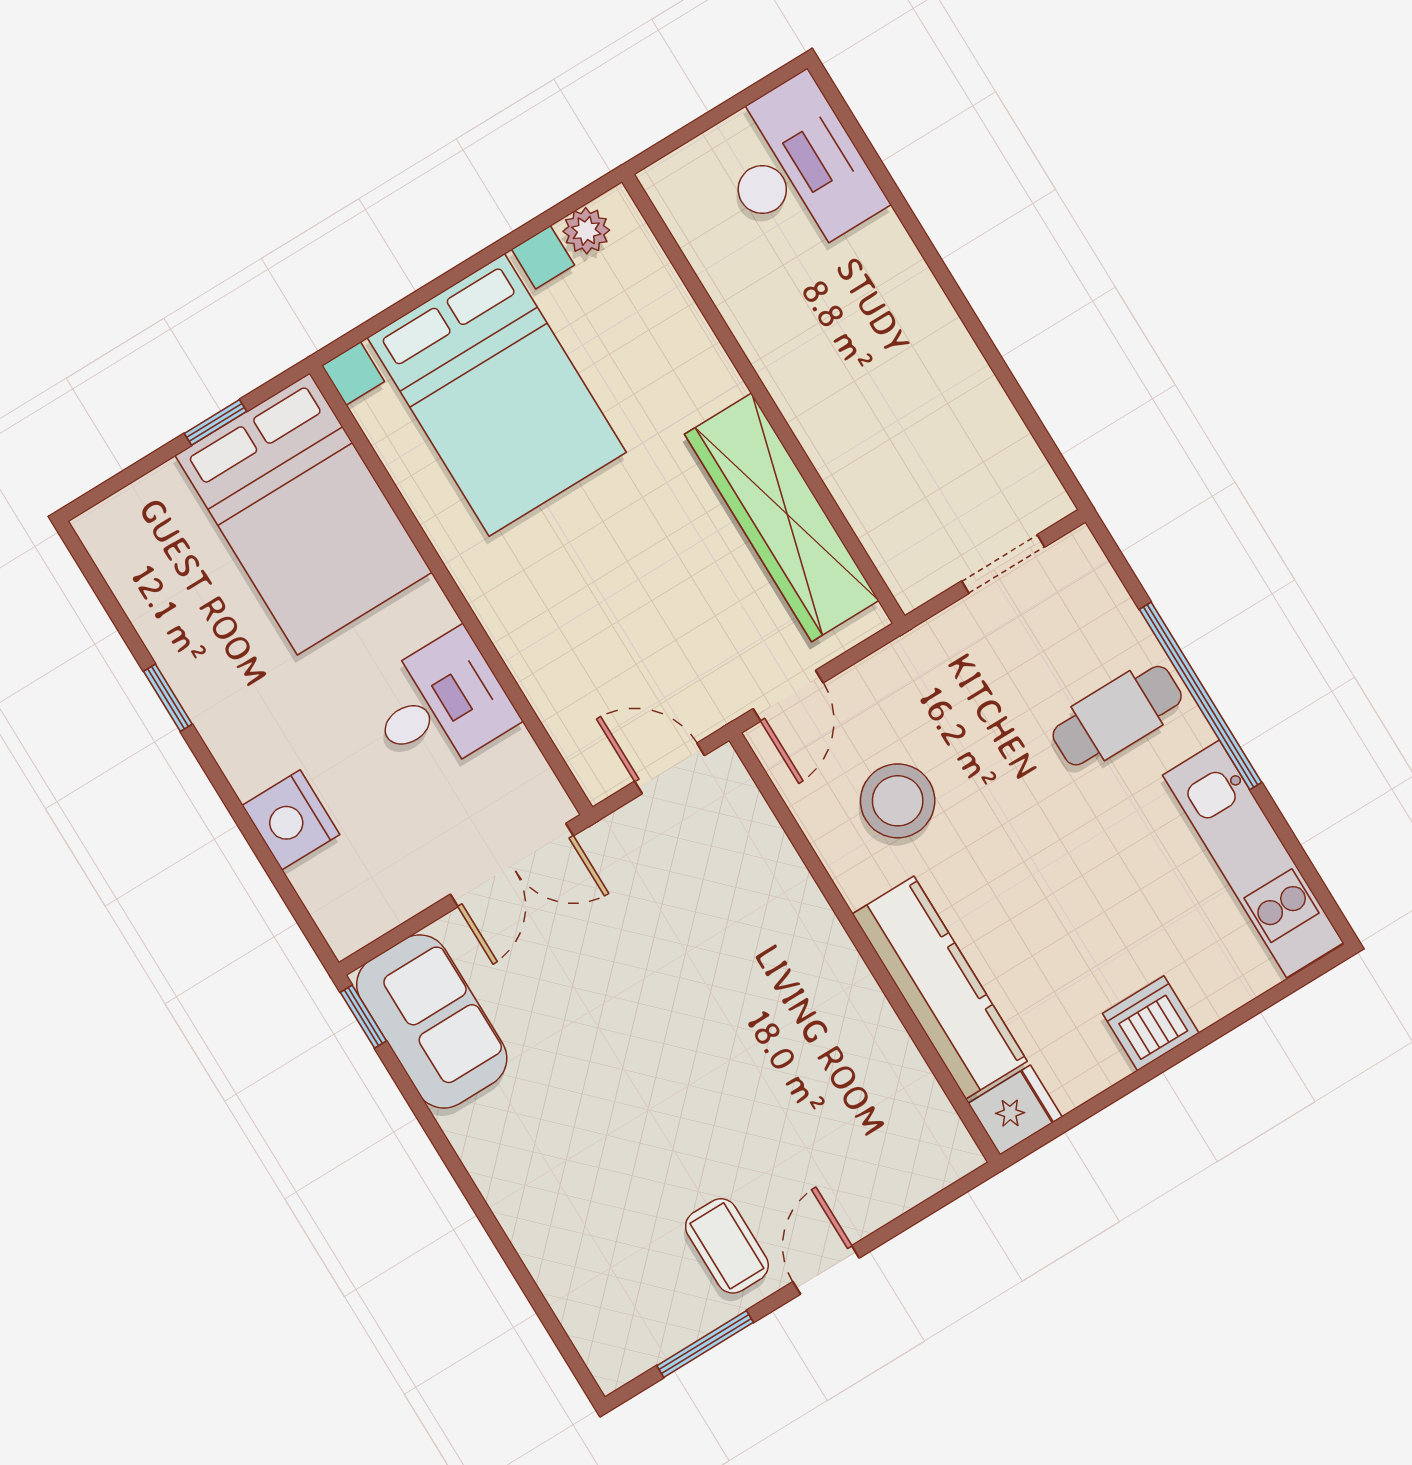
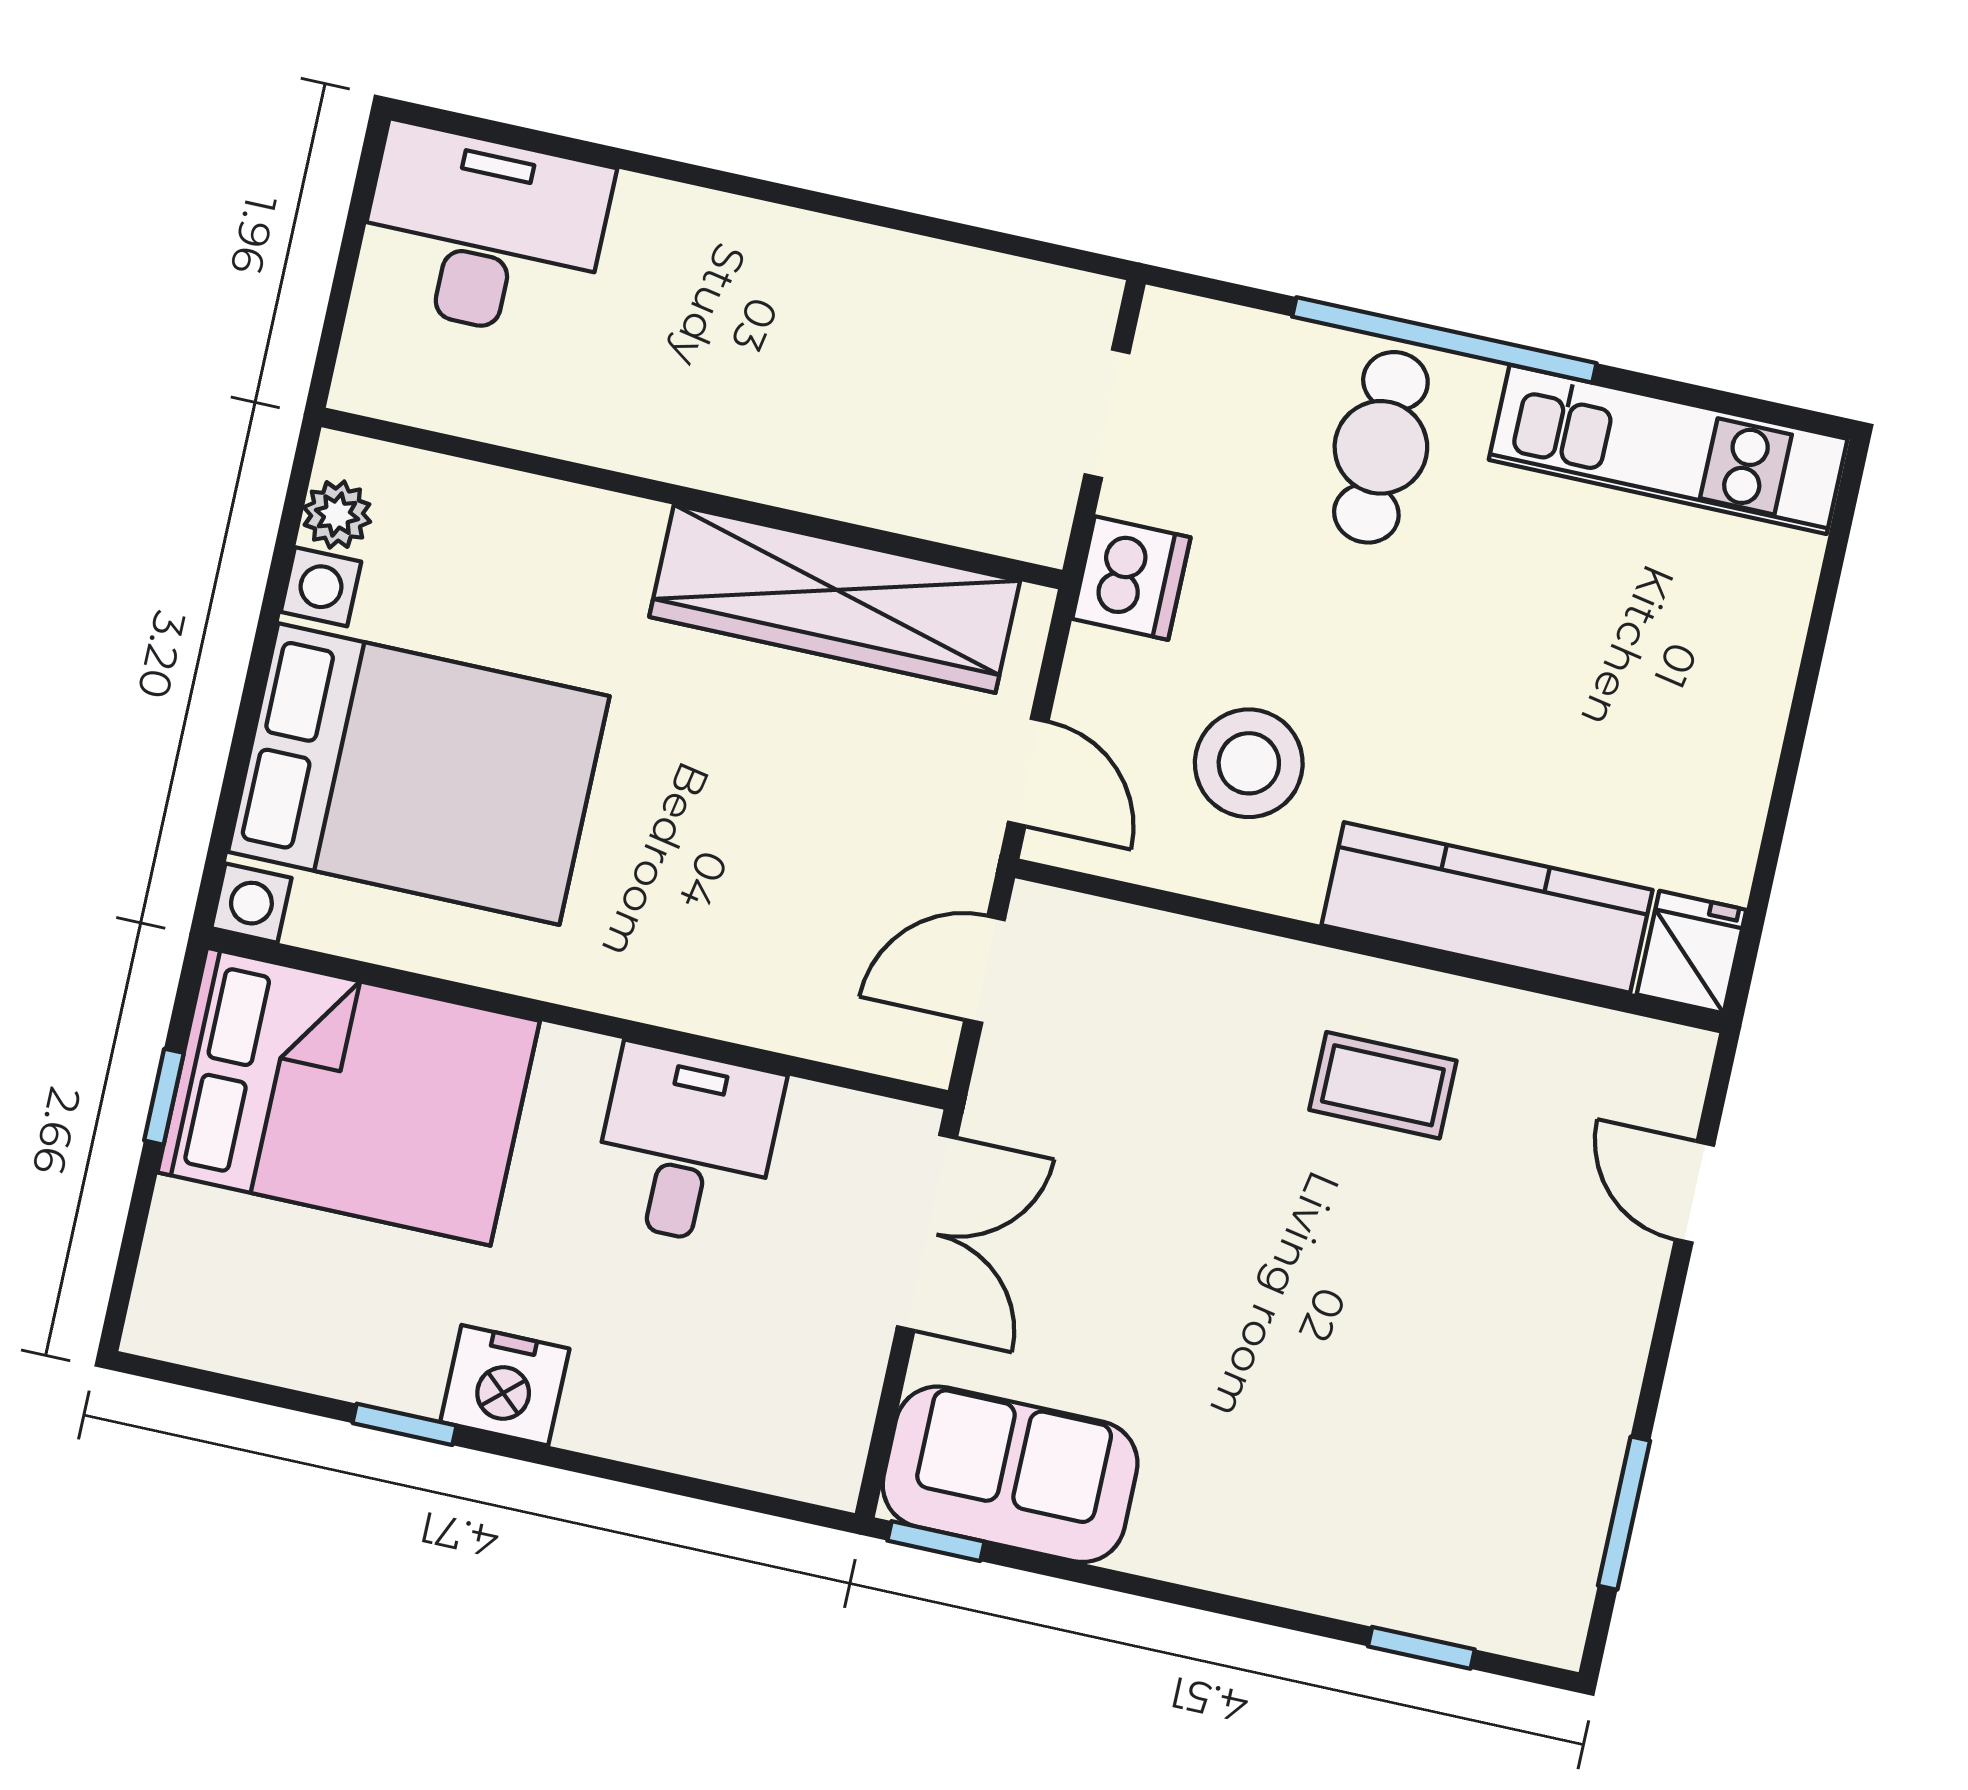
nightstand: (291, 820) -> (505, 1385), moved
dishwasher: (1151, 1023) -> (1131, 578), moved, turned 180
coffee table: (727, 1246) -> (1383, 1085), moved
door: (826, 1270) -> (1695, 1192), moved
window: (542, 1308) -> (1421, 1648), added

